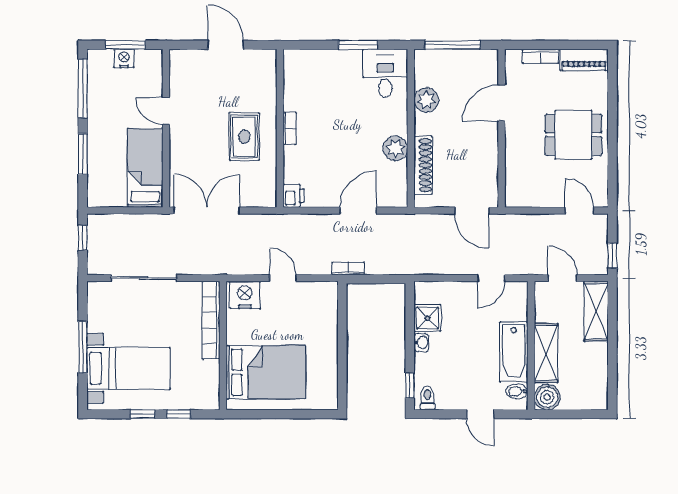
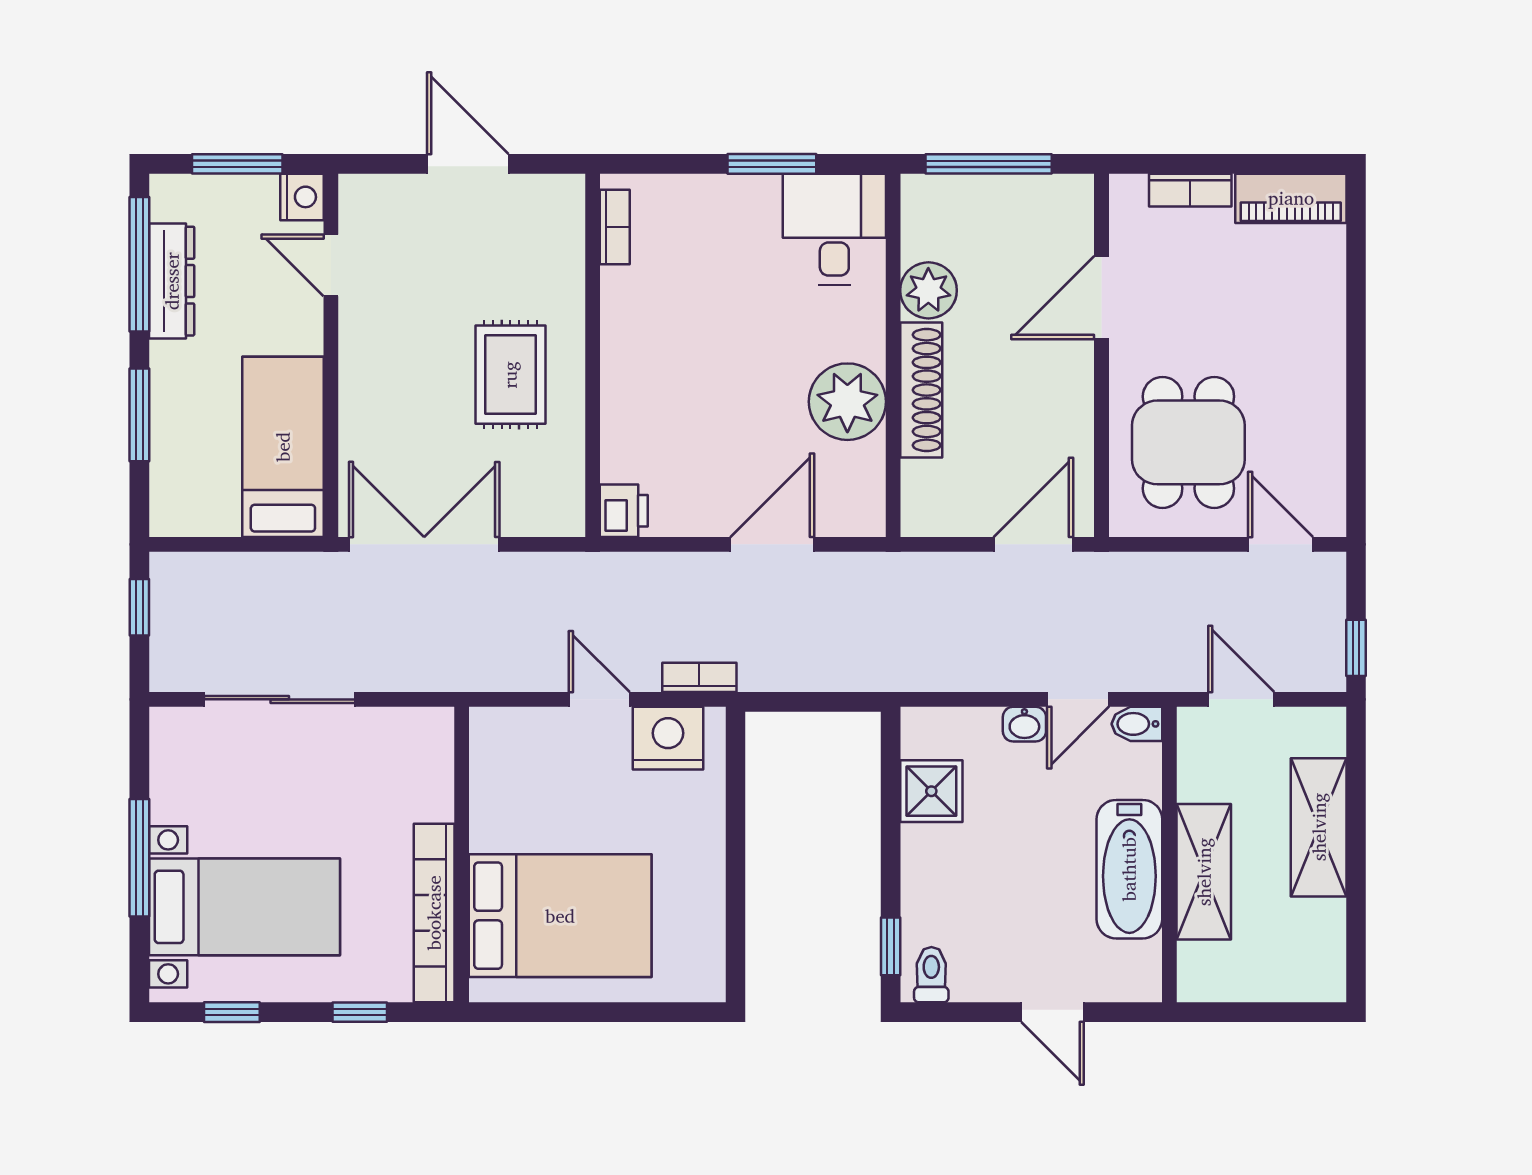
nightstand: (124, 58) -> (302, 197), moved, turned 90
dresser: (97, 96) -> (172, 281), added
door: (166, 111) -> (331, 265), moved
bookcase: (290, 129) -> (615, 227), moved
dining table: (573, 135) -> (1188, 442), moved, turned 90
plant: (395, 148) -> (847, 402), width x1.36, depth x1.36
shoe rack: (423, 165) -> (921, 390), moved
door: (472, 211) -> (1033, 544), swing flipped
bookcase: (348, 268) -> (699, 677), moved
nightstand: (245, 295) -> (668, 738), moved
shelving: (596, 311) -> (1319, 827), moved
bookcase: (211, 320) -> (434, 913), moved
washbasin: (422, 343) -> (1024, 724), moved, turned 90
bidet: (517, 391) -> (1137, 724), moved
boiler: (547, 397) -> (1206, 973), removed
window: (142, 414) -> (232, 1012), moved

